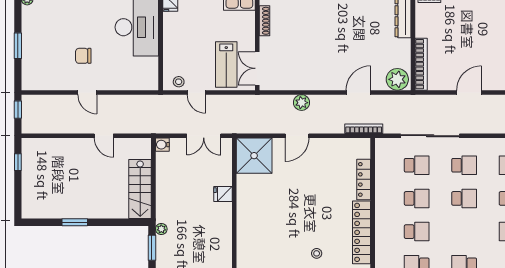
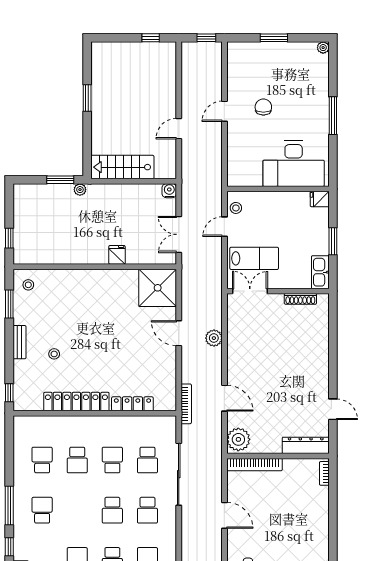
lab bench: (226, 64) -> (254, 258), turned 180
school desk: (417, 198) -> (112, 460), turned 180

